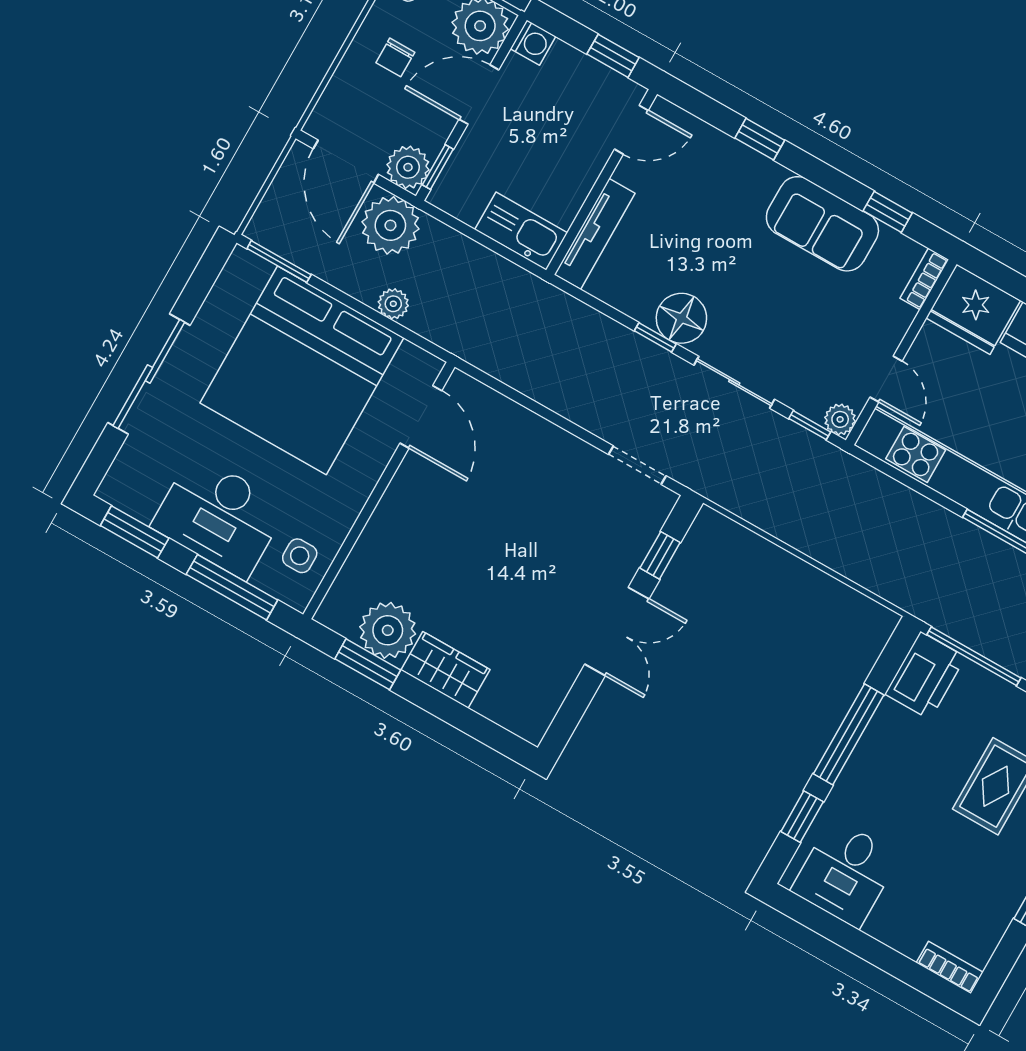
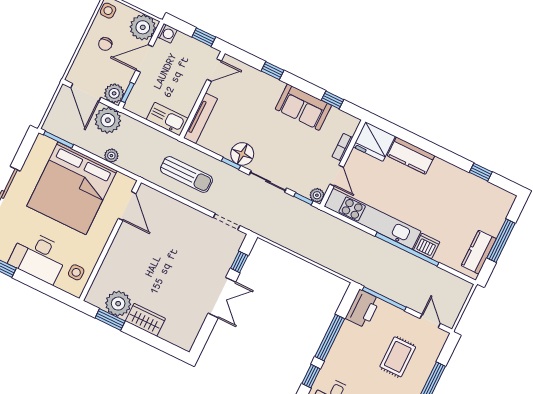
bookcase: (924, 279) -> (342, 147), moved
sun lounger: (556, 356) -> (186, 174), added
window: (232, 587) -> (46, 288), removed

